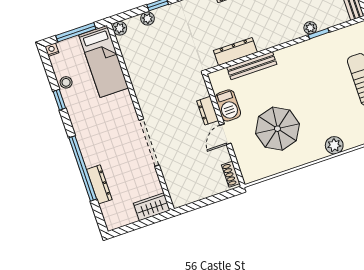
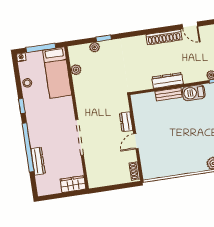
plant: (120, 28) -> (76, 70), moved
dresser: (235, 51) -> (167, 80), moved
bench: (252, 66) -> (169, 94), width x0.73
window: (59, 100) -> (22, 106), moved
barbecue: (228, 105) -> (194, 93), moved, turned 90
parasol: (277, 129) -> (174, 144), removed

